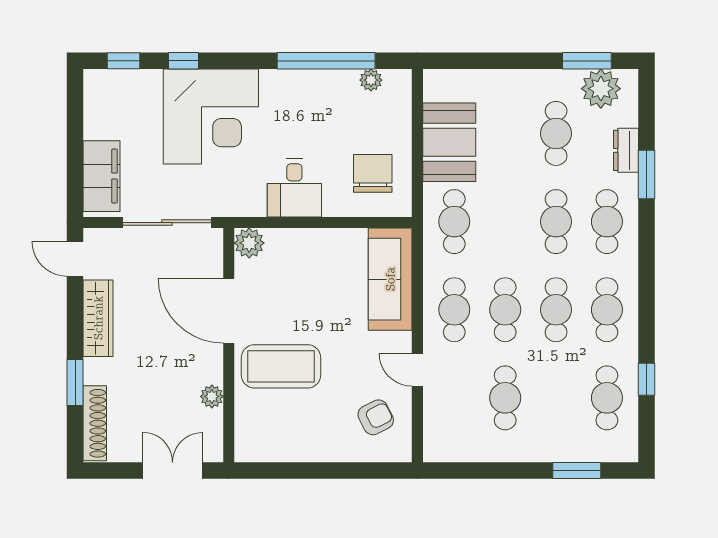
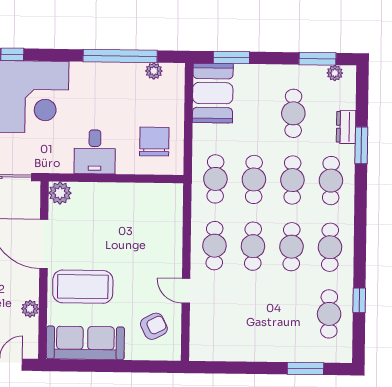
window: (473, 61) -> (231, 57), added
plant: (601, 89) -> (335, 73), width x0.53, depth x0.53
booth: (449, 142) -> (213, 93), moved
sofa: (390, 279) -> (85, 343), moved, turned 90
cafe table: (505, 398) -> (254, 179), moved

